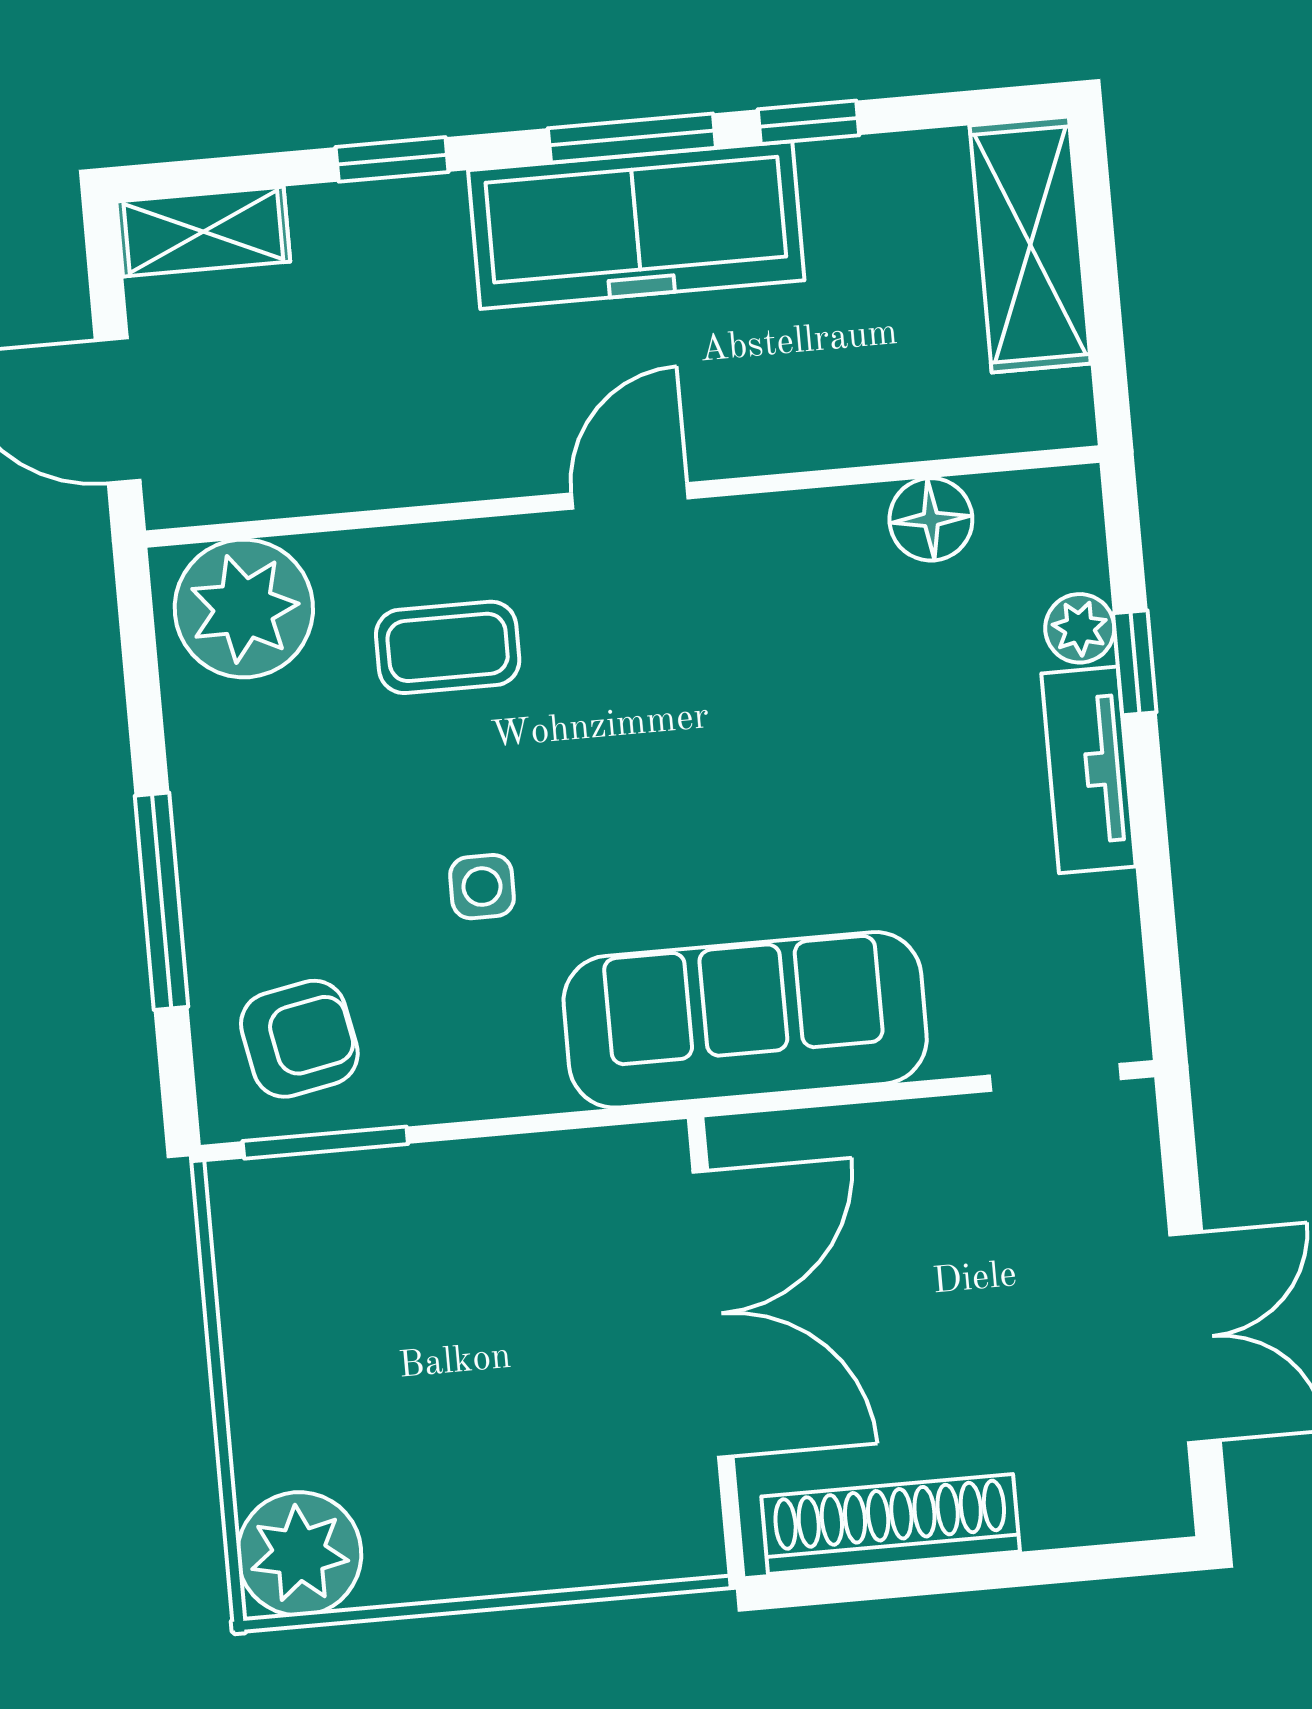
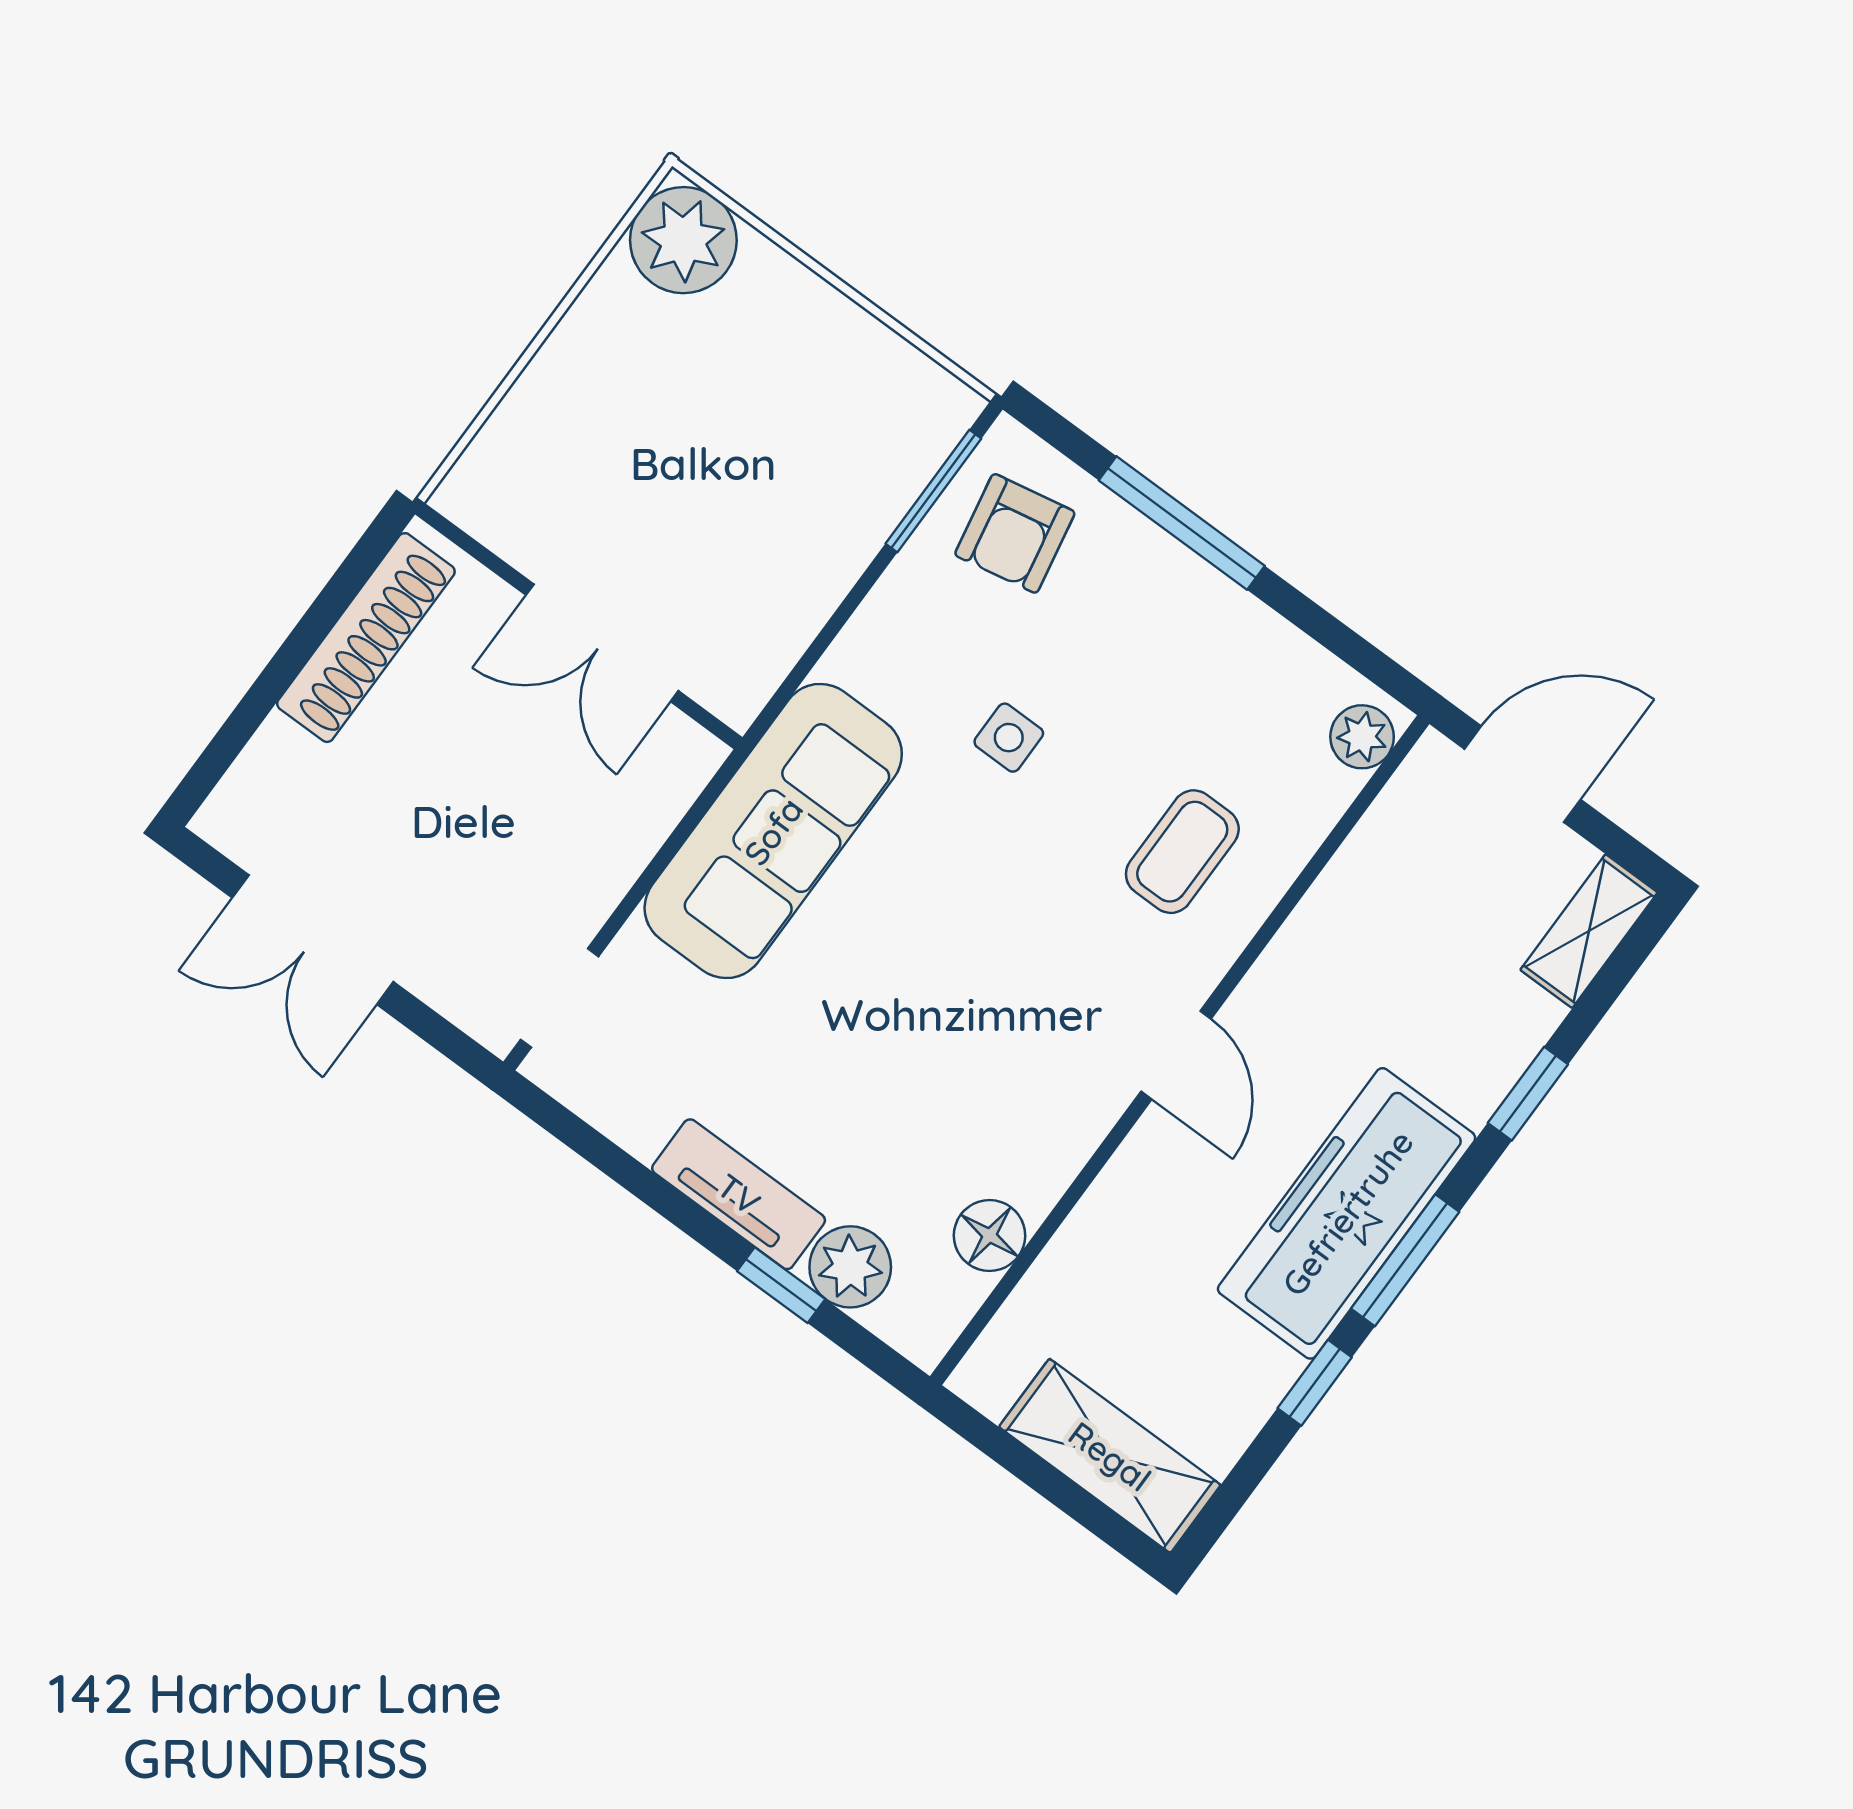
plant: (244, 608) -> (1362, 737), width x0.53, depth x0.53
plant: (1080, 628) -> (850, 1267), width x1.38, depth x1.38
double door: (713, 1314) -> (602, 643), width x0.73

